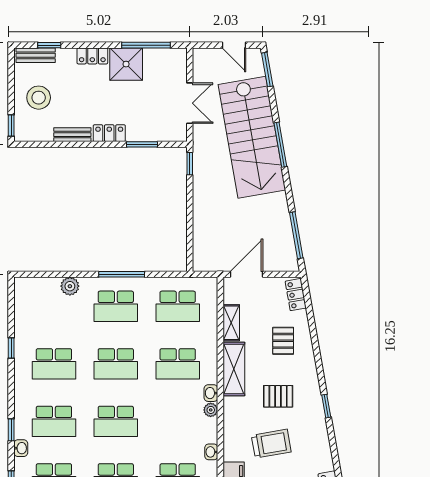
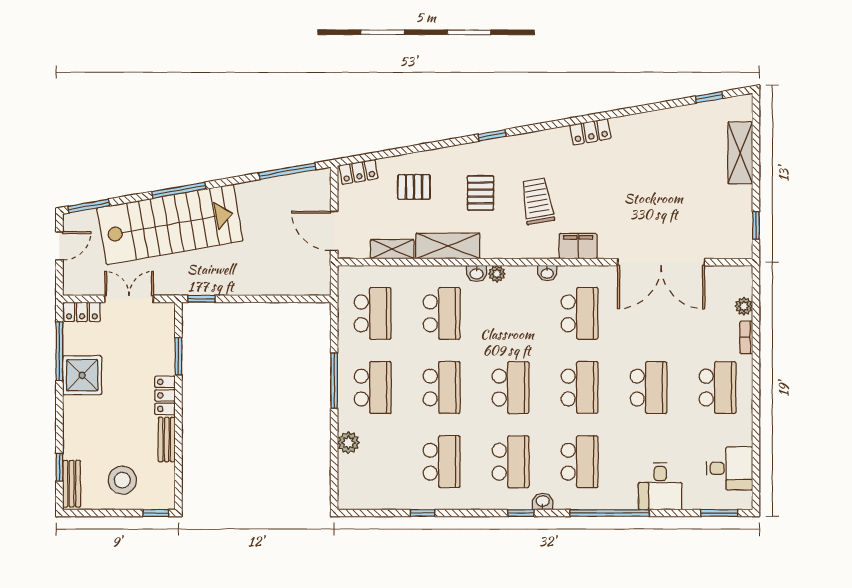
locker: (92, 56) -> (82, 312), moved, turned 90

